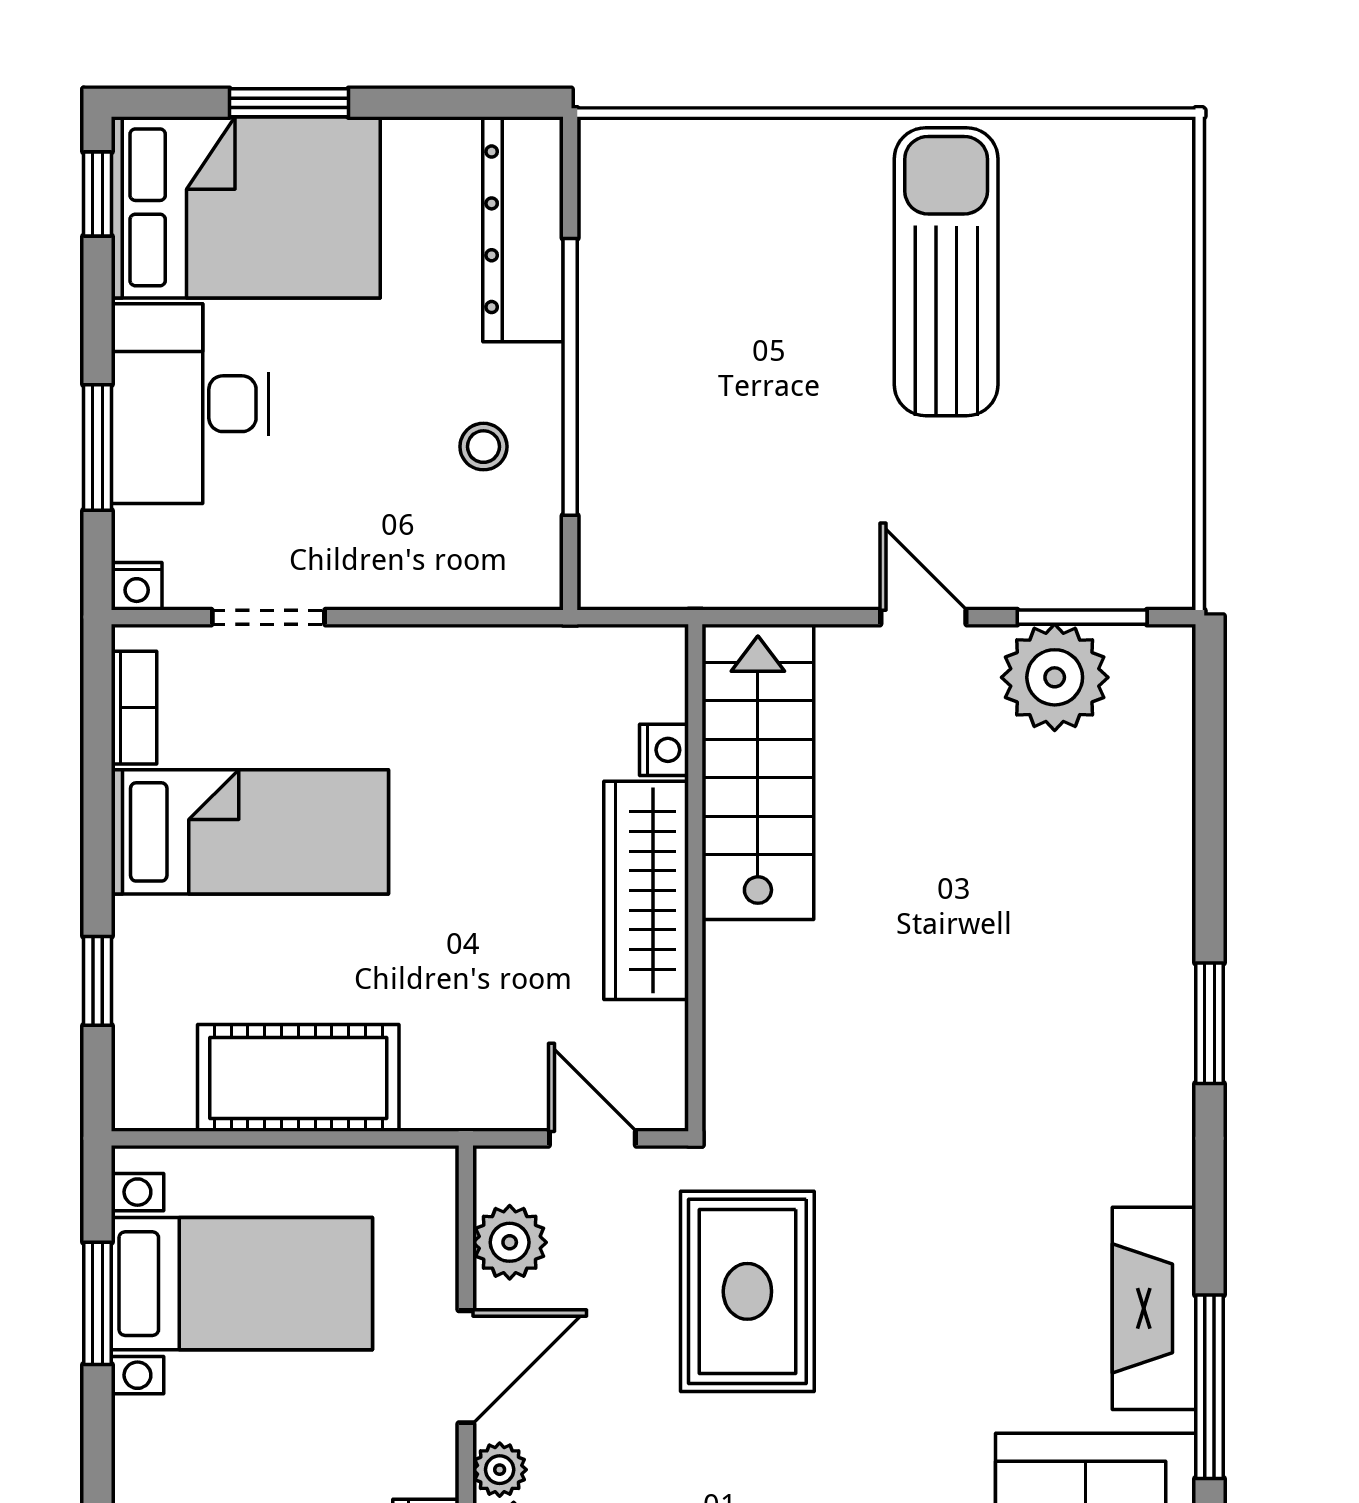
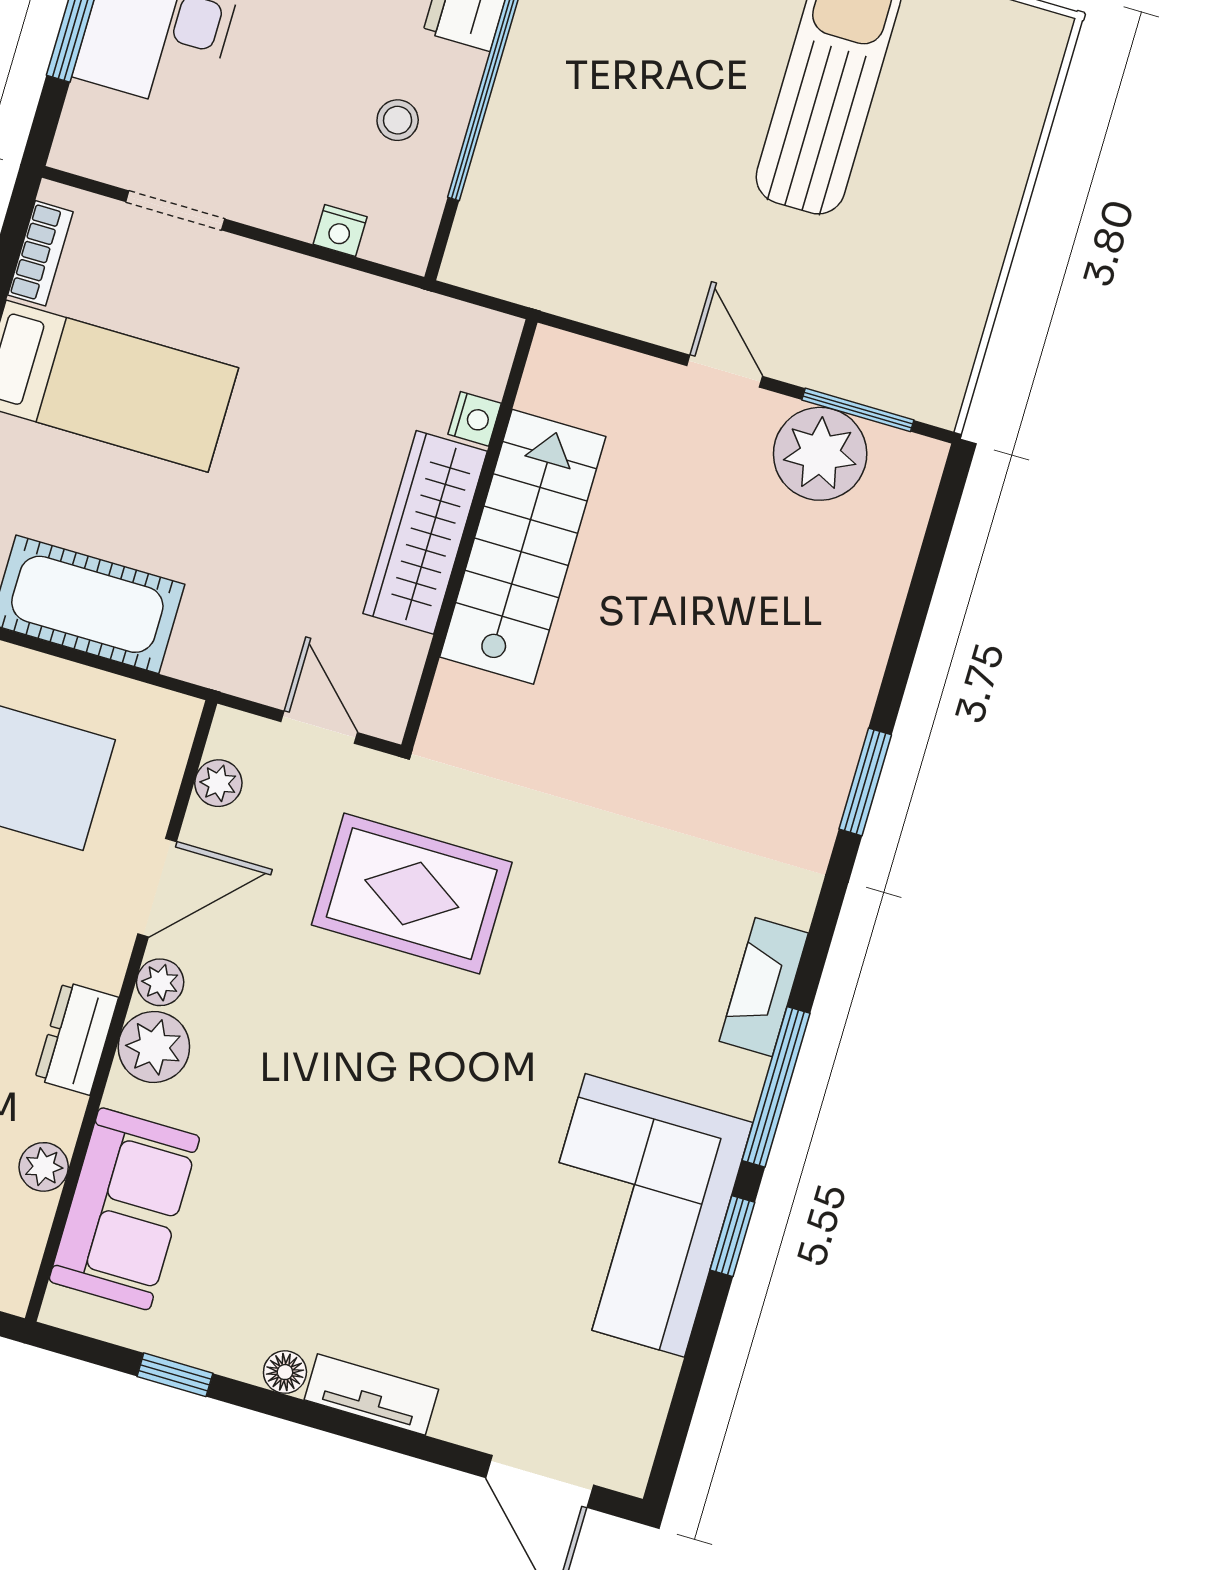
nightstand: (137, 586) -> (340, 230), moved
stairs: (758, 772) -> (523, 547), moved
plant: (510, 1242) -> (218, 783), width x0.73, depth x0.73
rug: (747, 1291) -> (412, 894), turned 90
fireplace: (1154, 1308) -> (764, 987), width x0.73, depth x0.76

